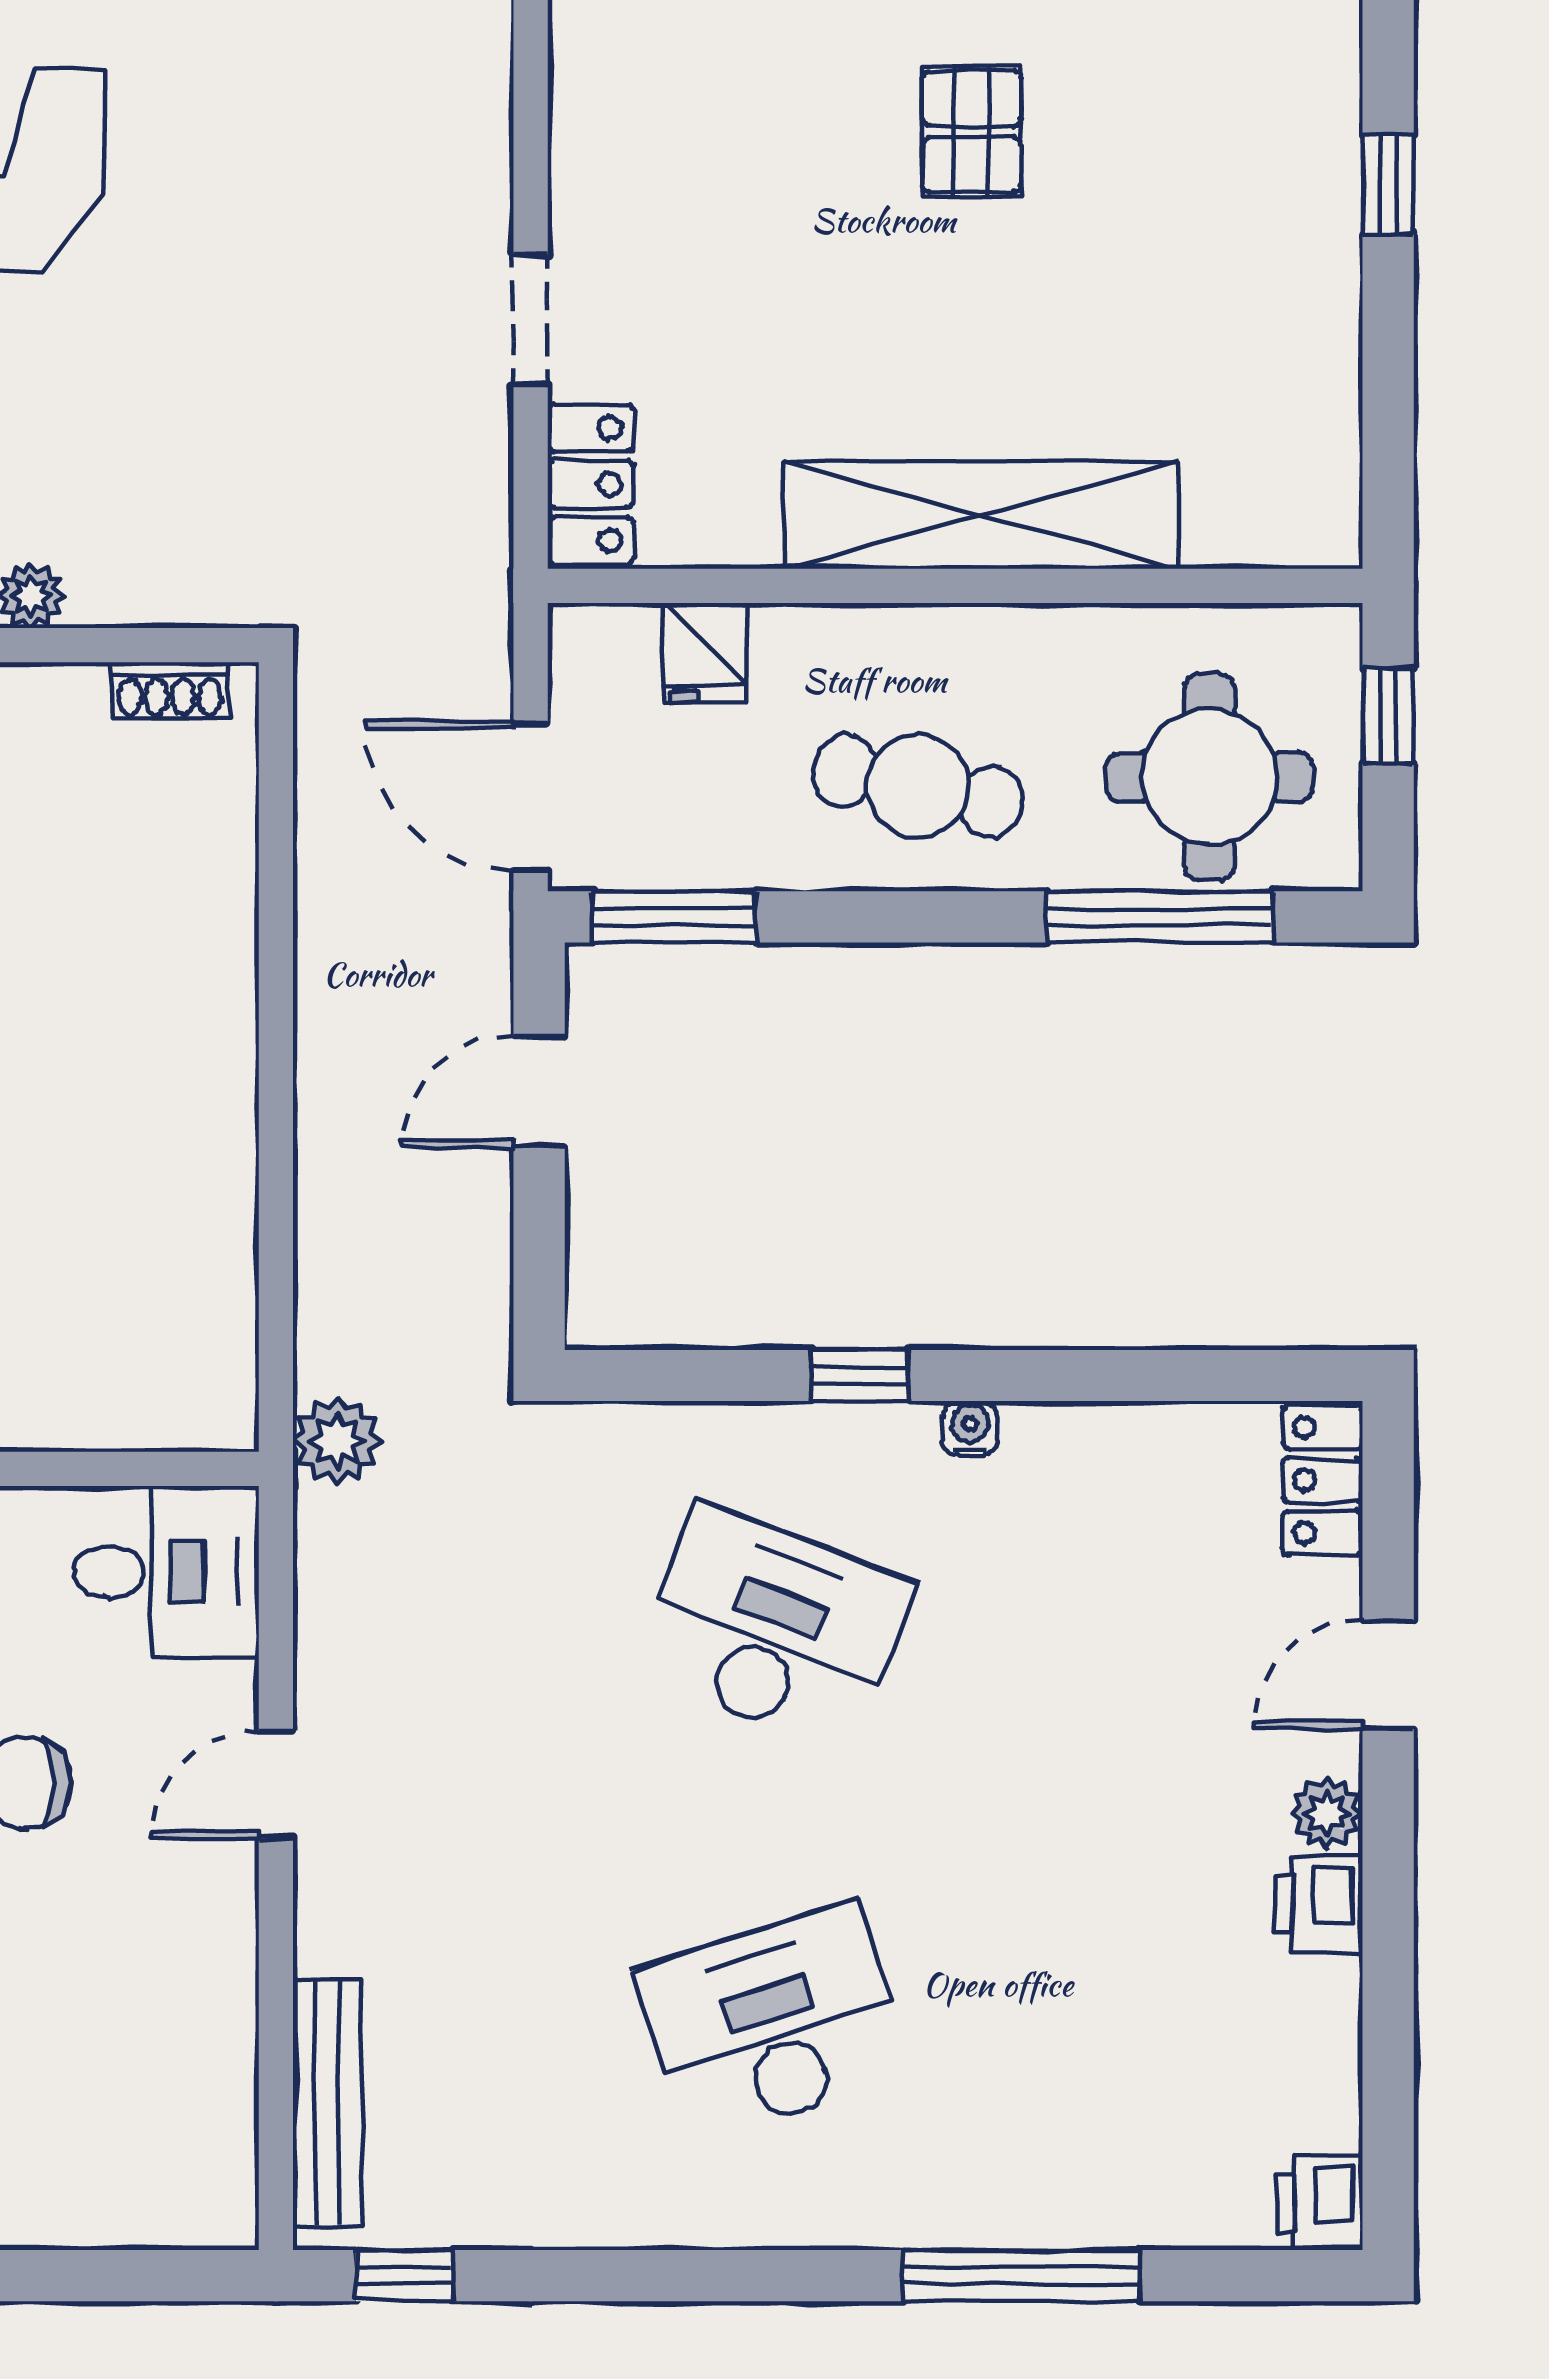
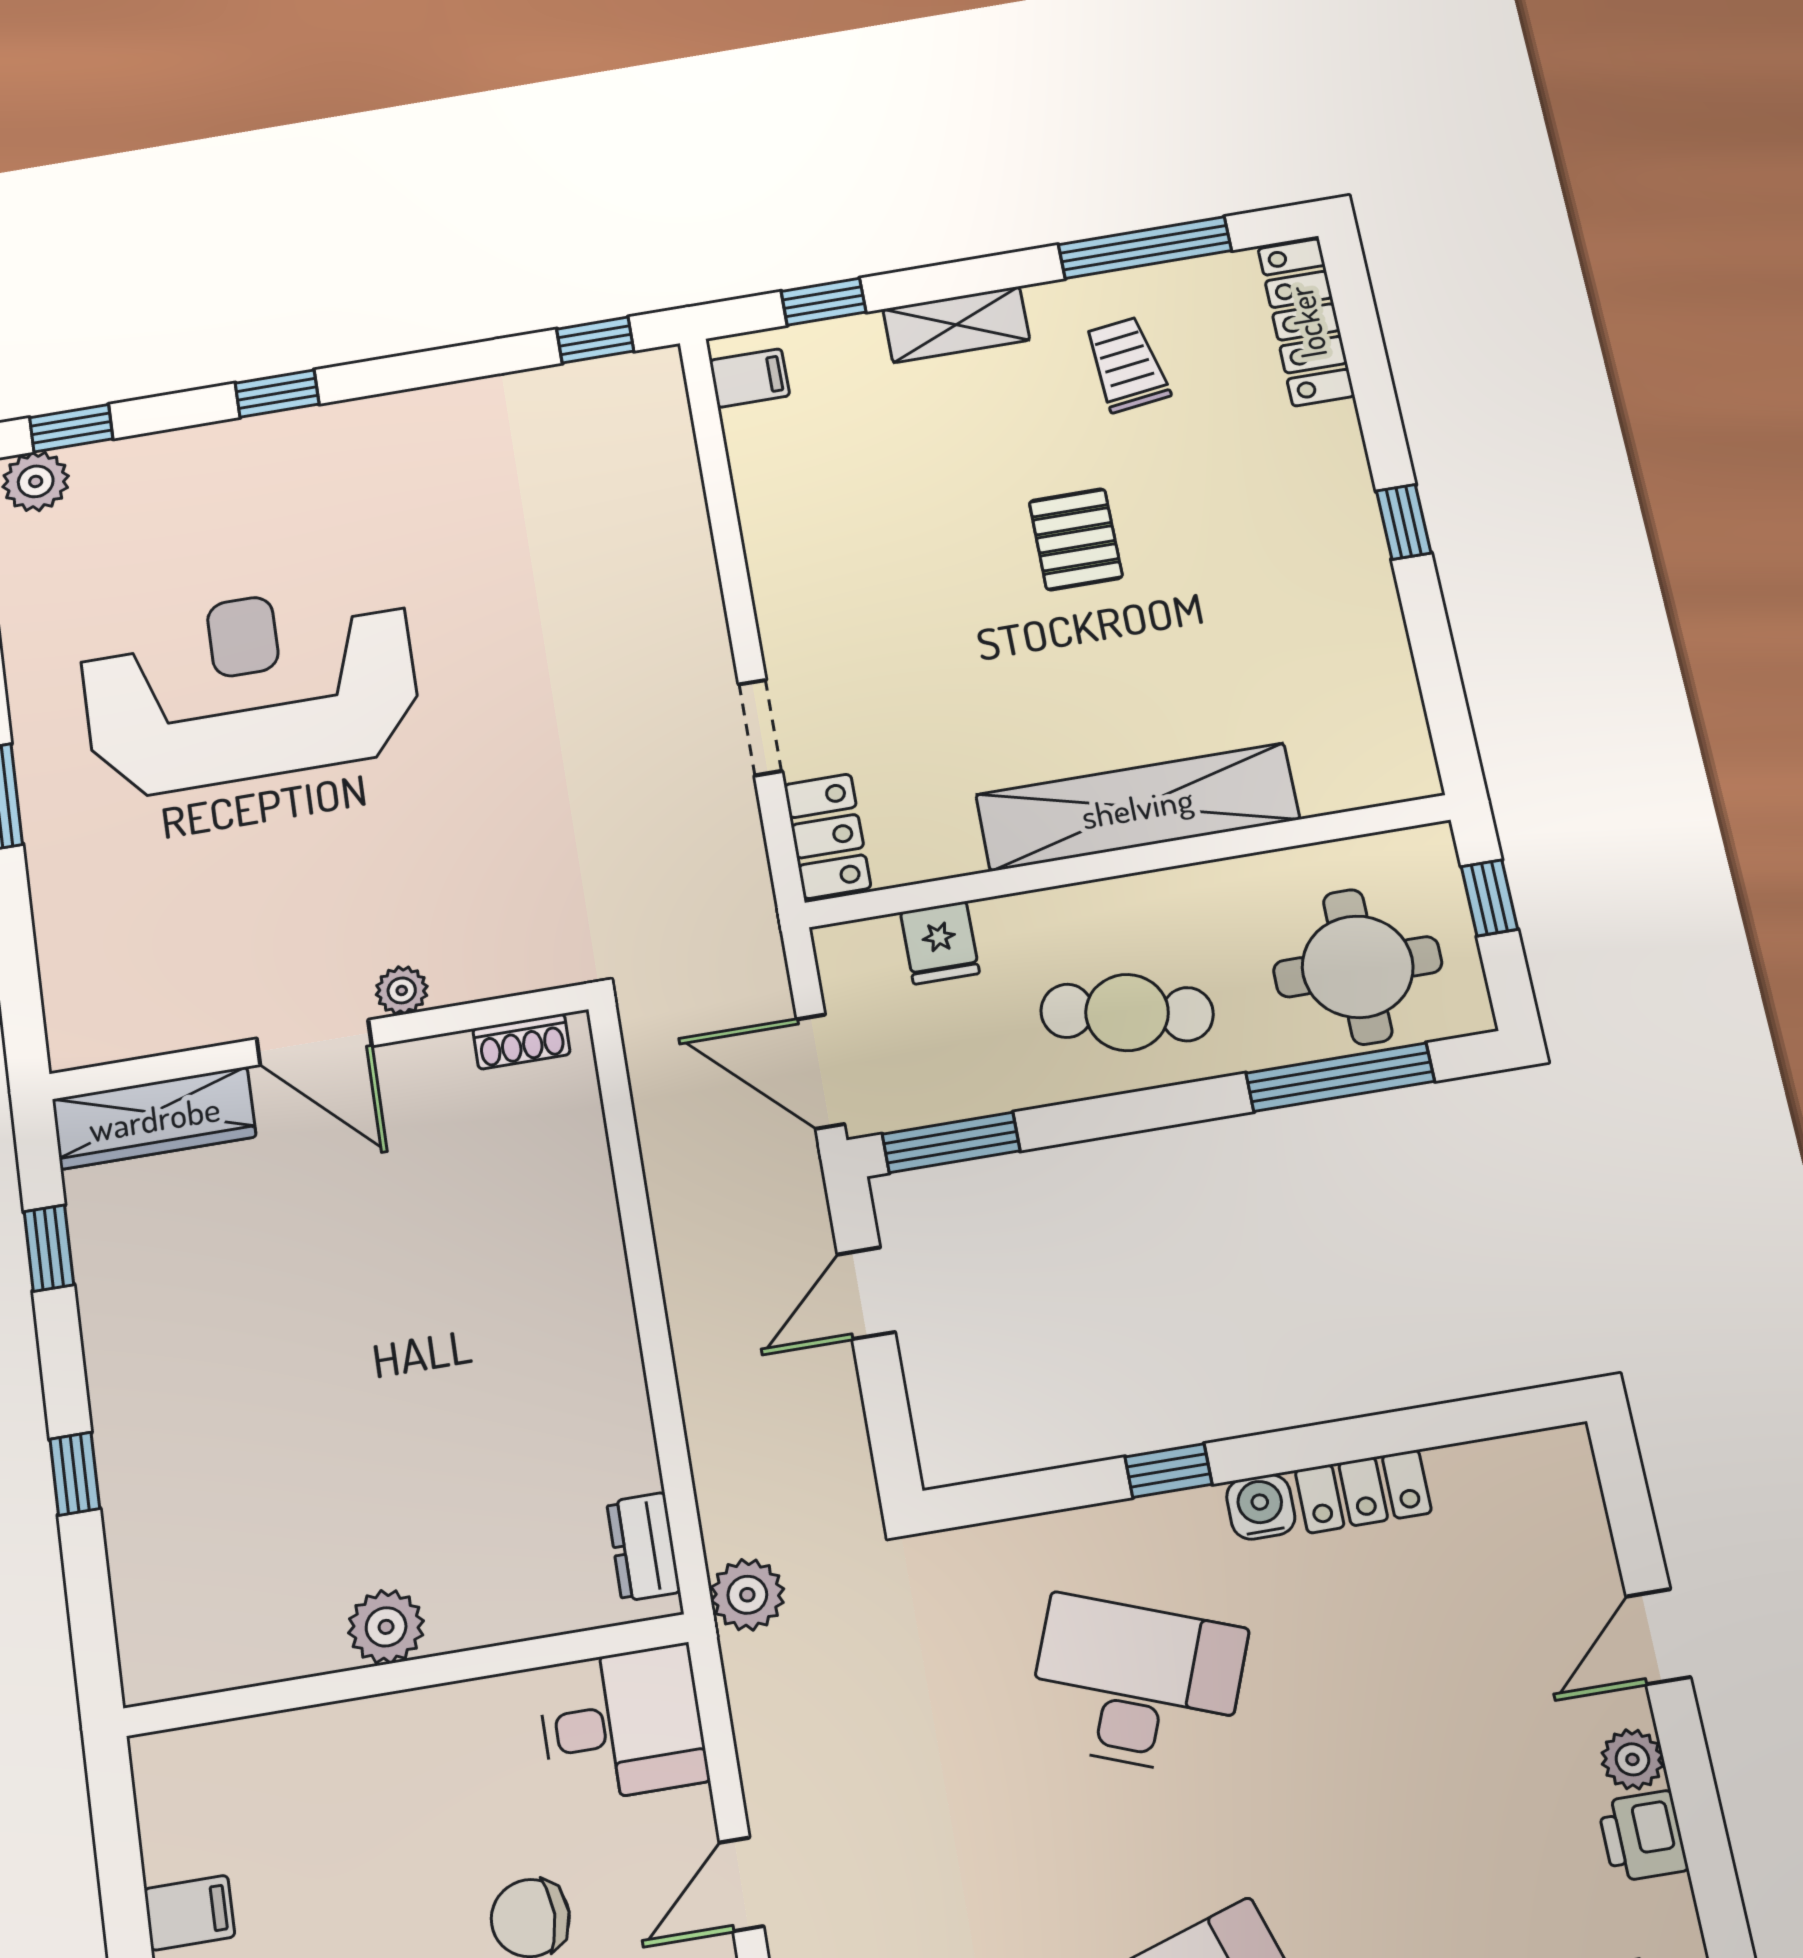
dresser: (223, 1361) -> (644, 1547), added
water cooler: (970, 1428) -> (1261, 1507), width x1.38, depth x1.38
locker: (1323, 1480) -> (1363, 1491), moved, turned -90

